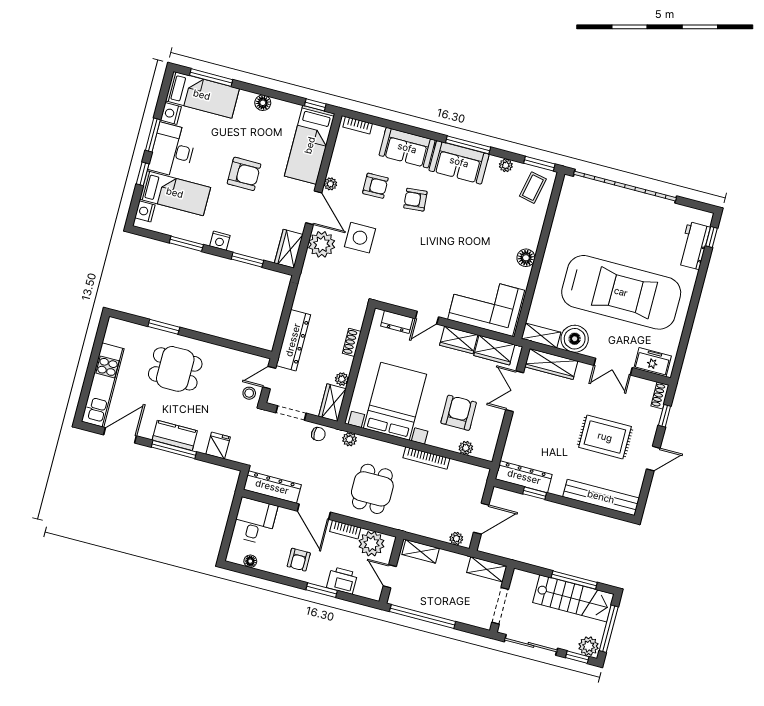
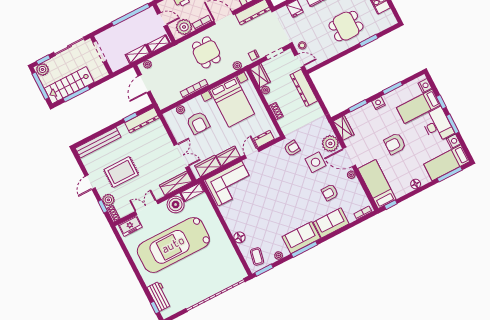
armchair: (415, 200) -> (292, 148), moved
floor lamp: (526, 258) -> (239, 237), moved
door: (269, 378) -> (299, 61), hinge flipped
plant: (651, 417) -> (108, 200), added
shelving: (487, 569) -> (138, 54), moved

